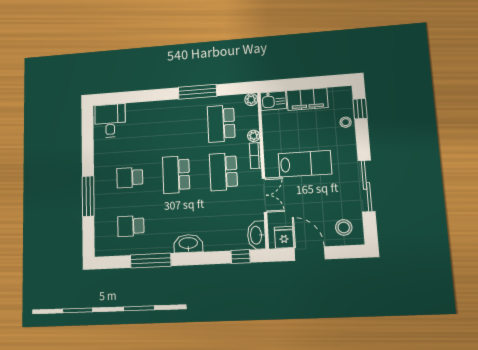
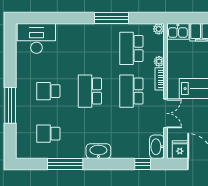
desk: (110, 121) -> (36, 38), width x1.37

